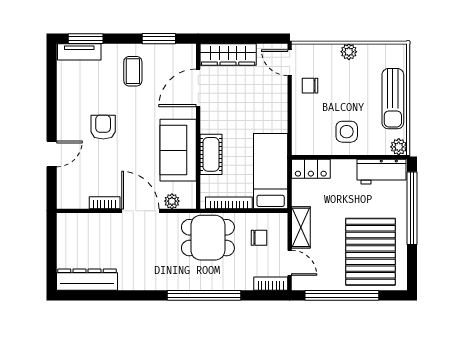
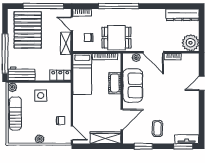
armchair: (103, 127) -> (174, 98), removed
plant: (72, 228) -> (191, 43), added

